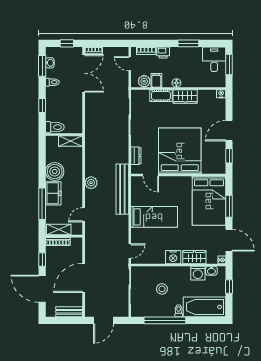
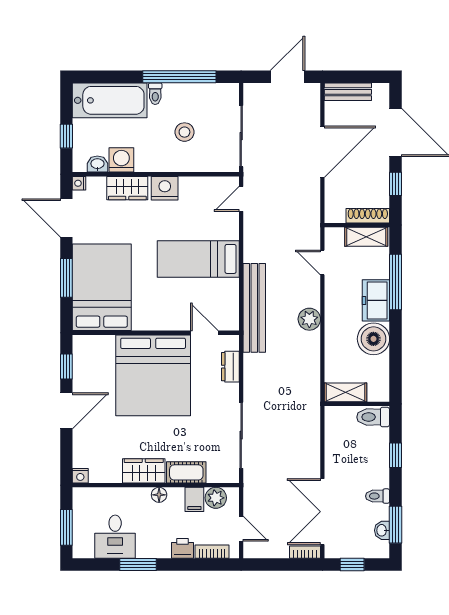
desk: (214, 59) -> (115, 537), moved
door: (84, 215) -> (322, 263), swing flipped

